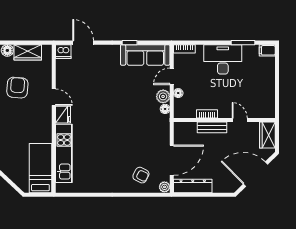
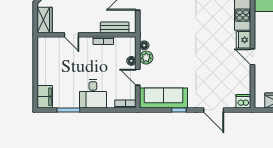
door: (83, 43) -> (214, 110), moved
filing cabinet: (267, 50) -> (45, 97), width x2.00
desk: (223, 59) -> (93, 94), width x0.73
door: (172, 76) -> (138, 77), swing flipped
bench: (212, 127) -> (115, 27), moved

